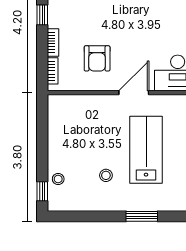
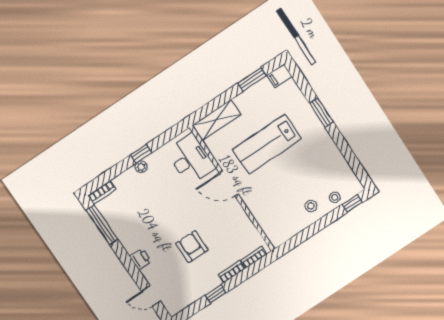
armchair: (97, 58) -> (192, 247), moved, turned -90
stool: (106, 175) -> (311, 206), moved

